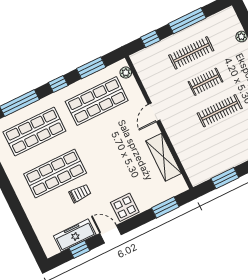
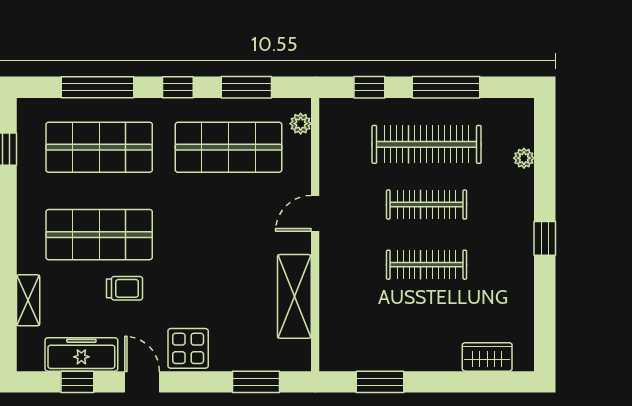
clothes rail: (191, 53) -> (427, 144), width x1.37, depth x1.31
clothes rail: (206, 82) -> (427, 205), width x1.36
shelving: (36, 222) -> (28, 300), added

